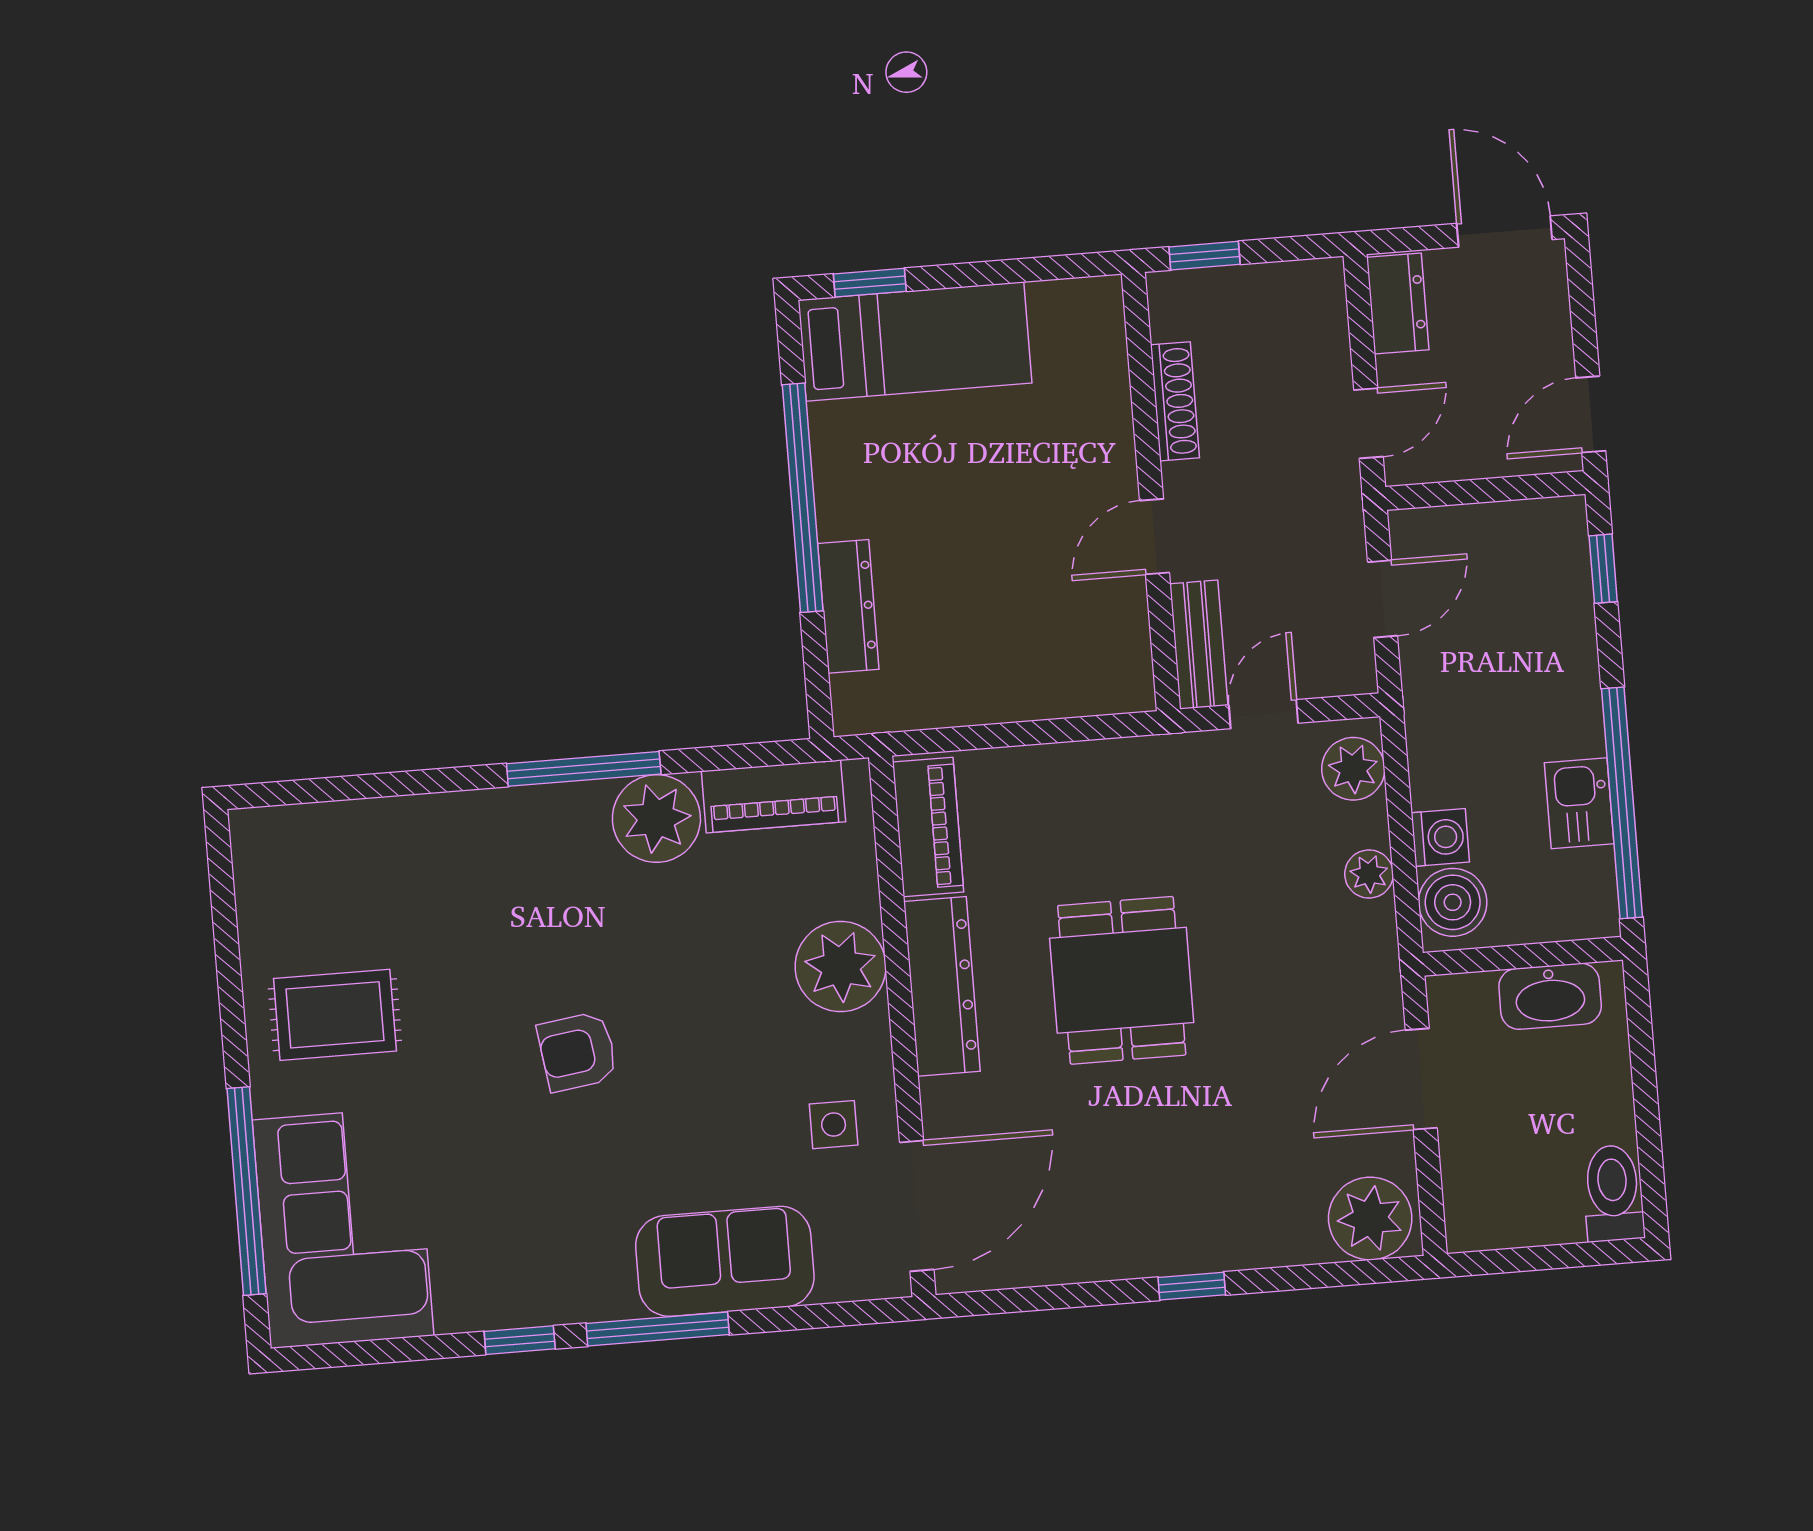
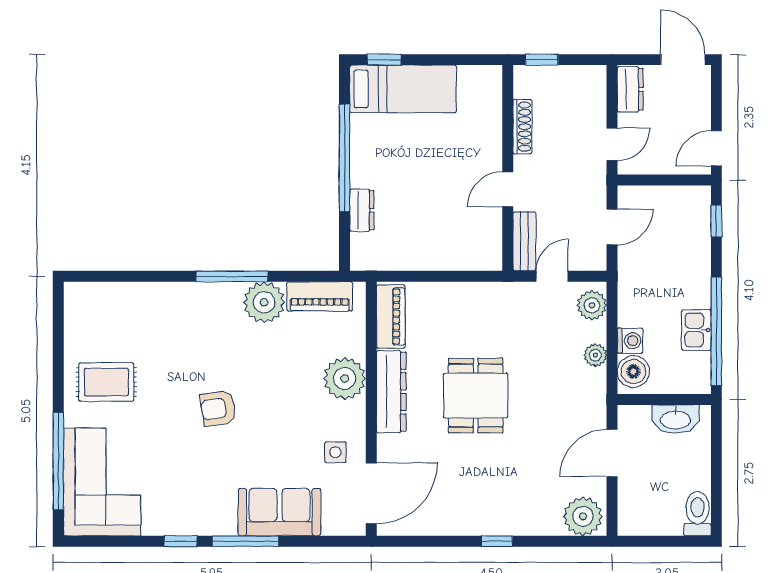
dresser: (848, 606) -> (362, 210), width x0.70

